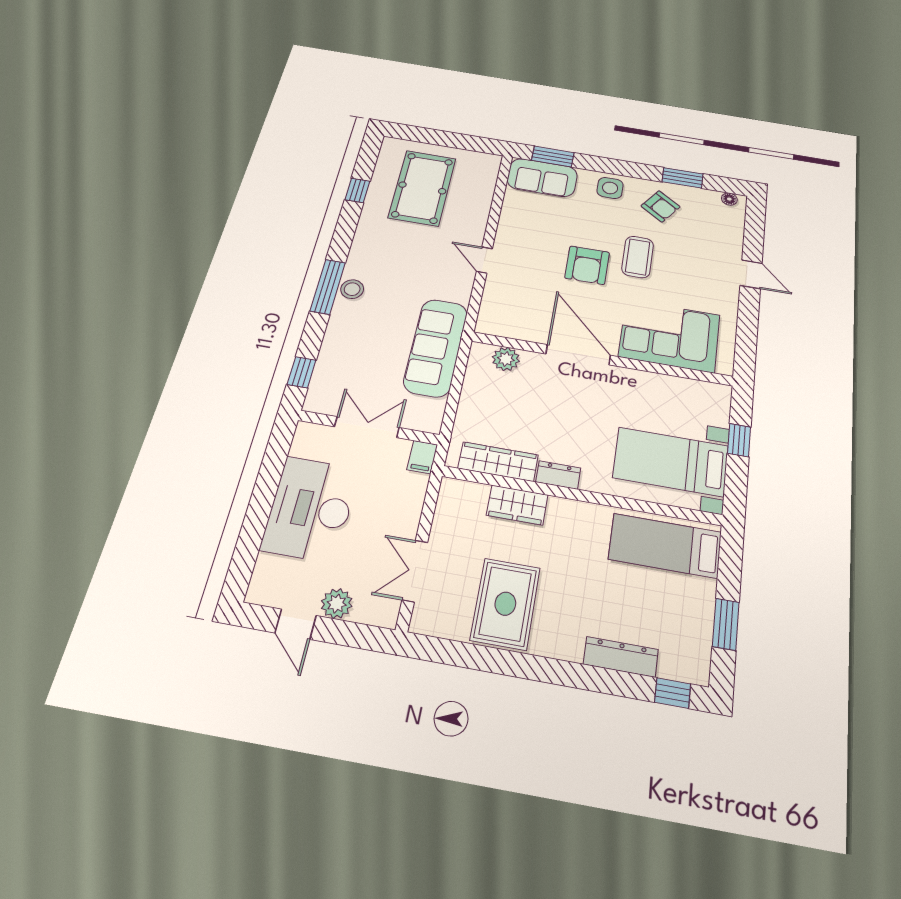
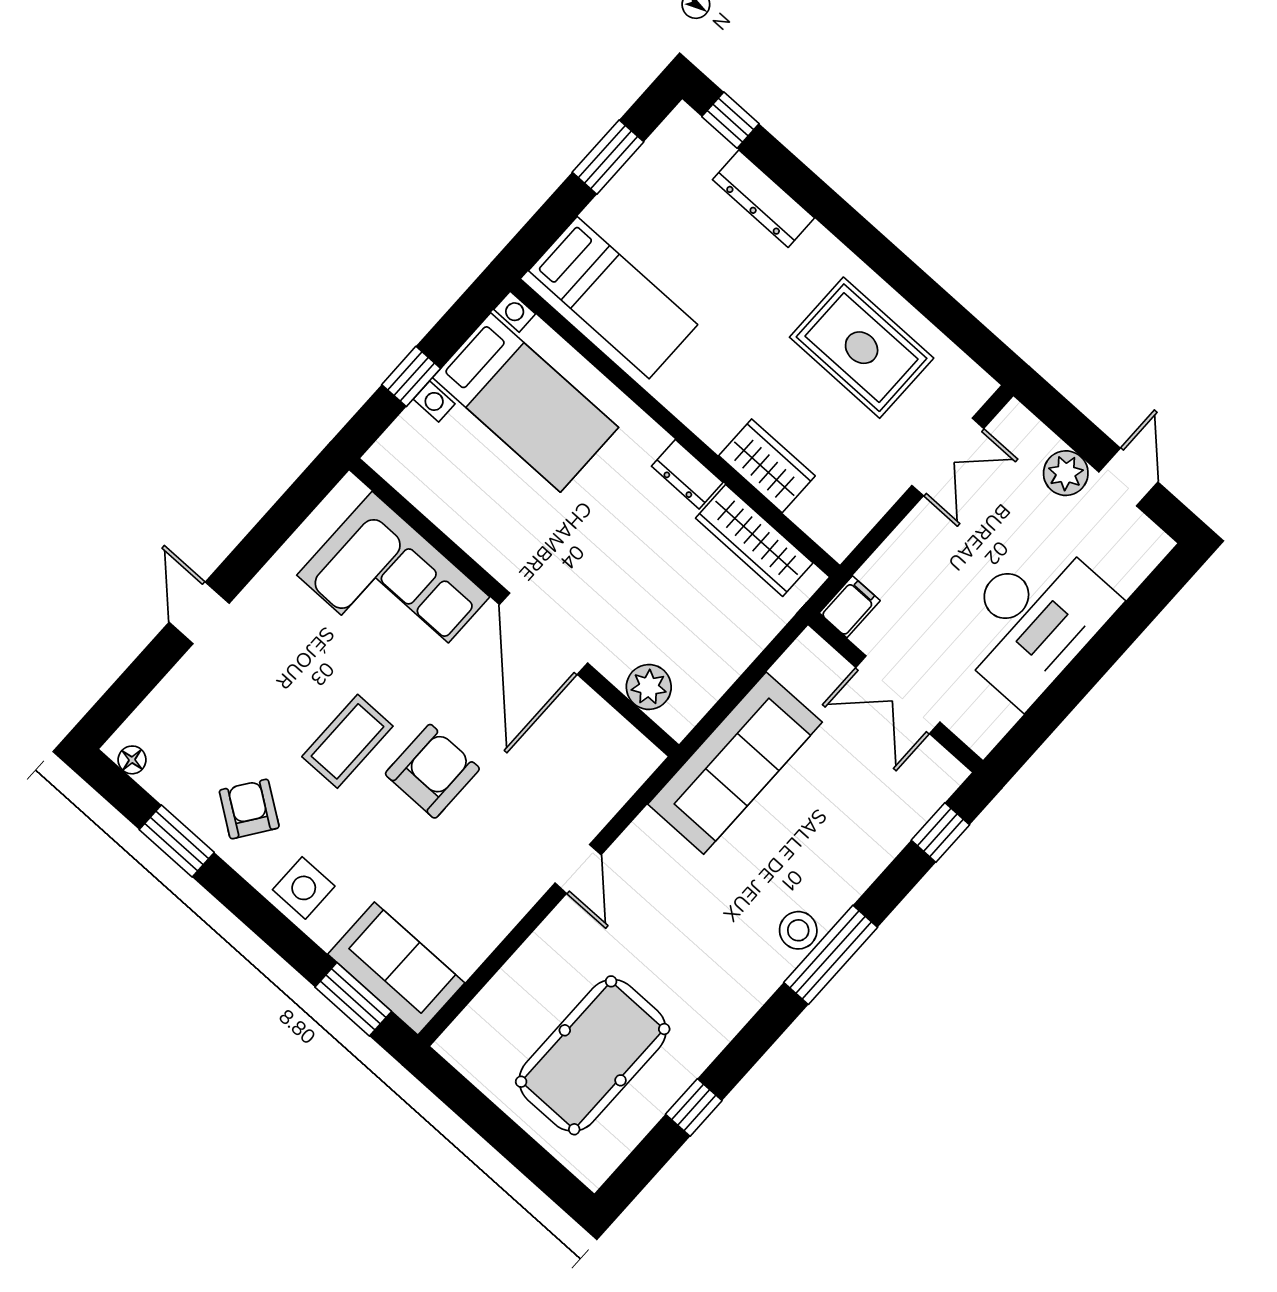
rug: (505, 604) -> (862, 348), turned 90

